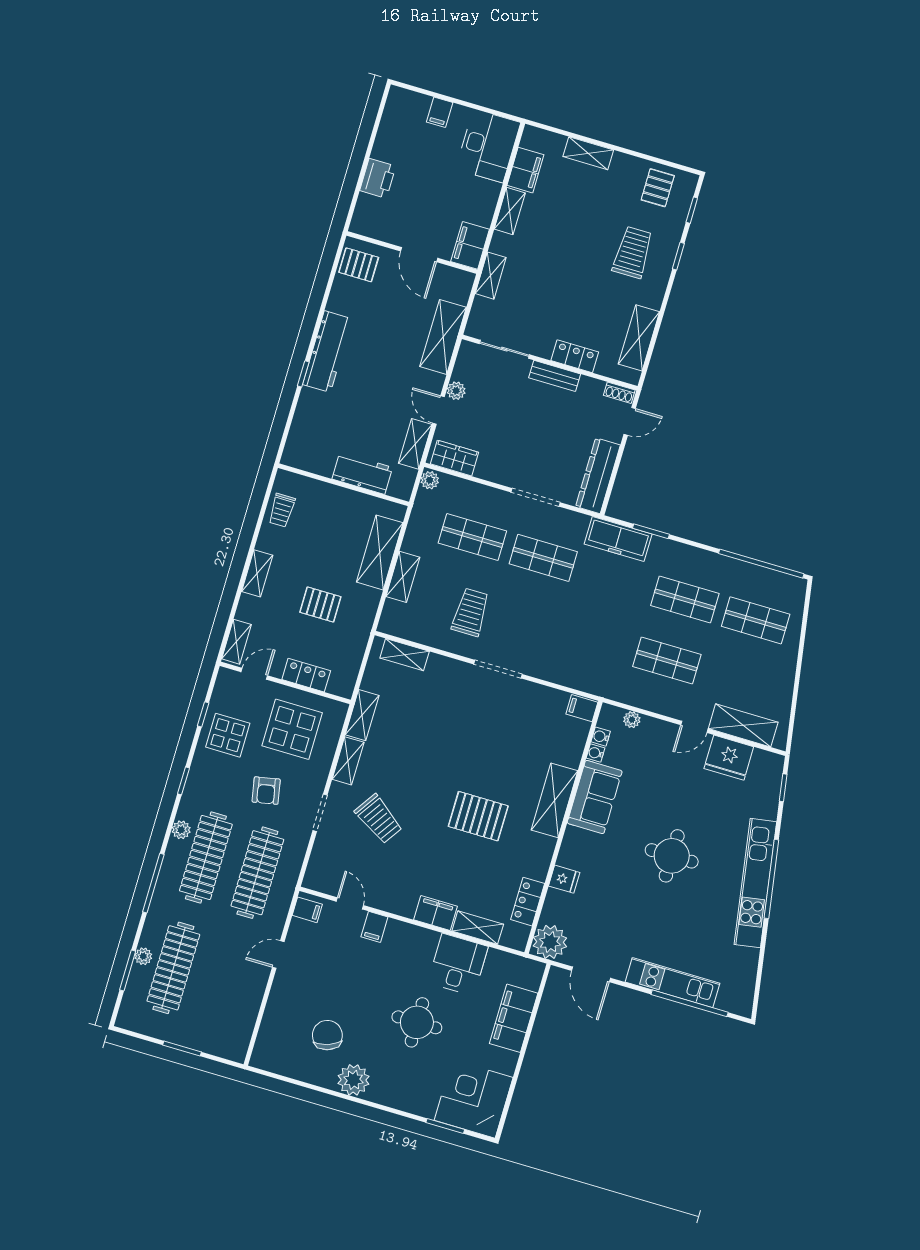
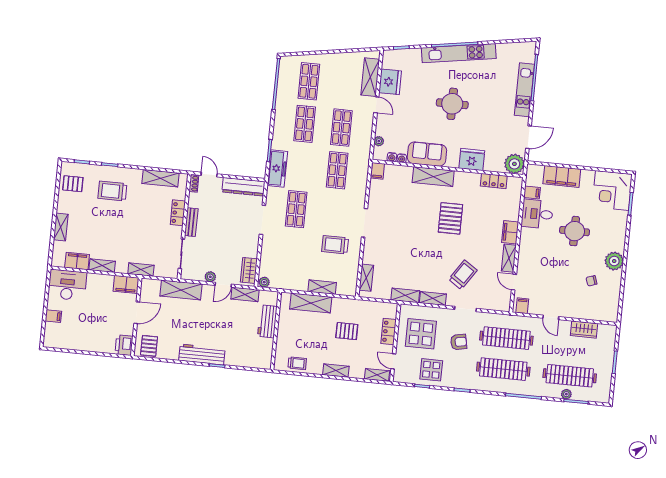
printer: (378, 178) -> (124, 345), moved, turned -90
shop shelf: (472, 537) -> (337, 170), moved
pallet: (320, 605) -> (347, 331), turned 90
plant: (181, 830) -> (490, 386), removed
fridge: (564, 879) -> (472, 159), width x1.88, depth x1.34
door: (350, 903) -> (514, 282), hinge flipped
filing cabinet: (374, 927) -> (532, 192), moved
shelving: (478, 928) -> (509, 258), moved
wardrobe: (247, 1007) -> (584, 330), added
chair: (327, 1035) -> (591, 281), width x0.54, depth x0.54

